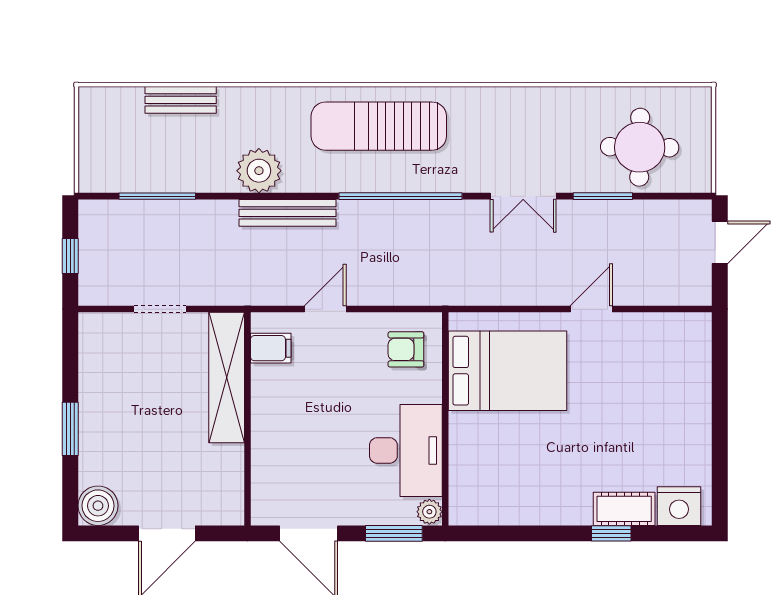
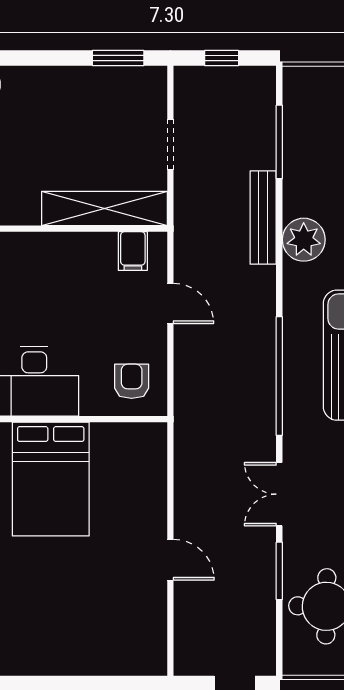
bench: (287, 213) -> (263, 218), moved
bed: (507, 371) -> (51, 479), moved
window: (70, 429) -> (118, 58), moved

